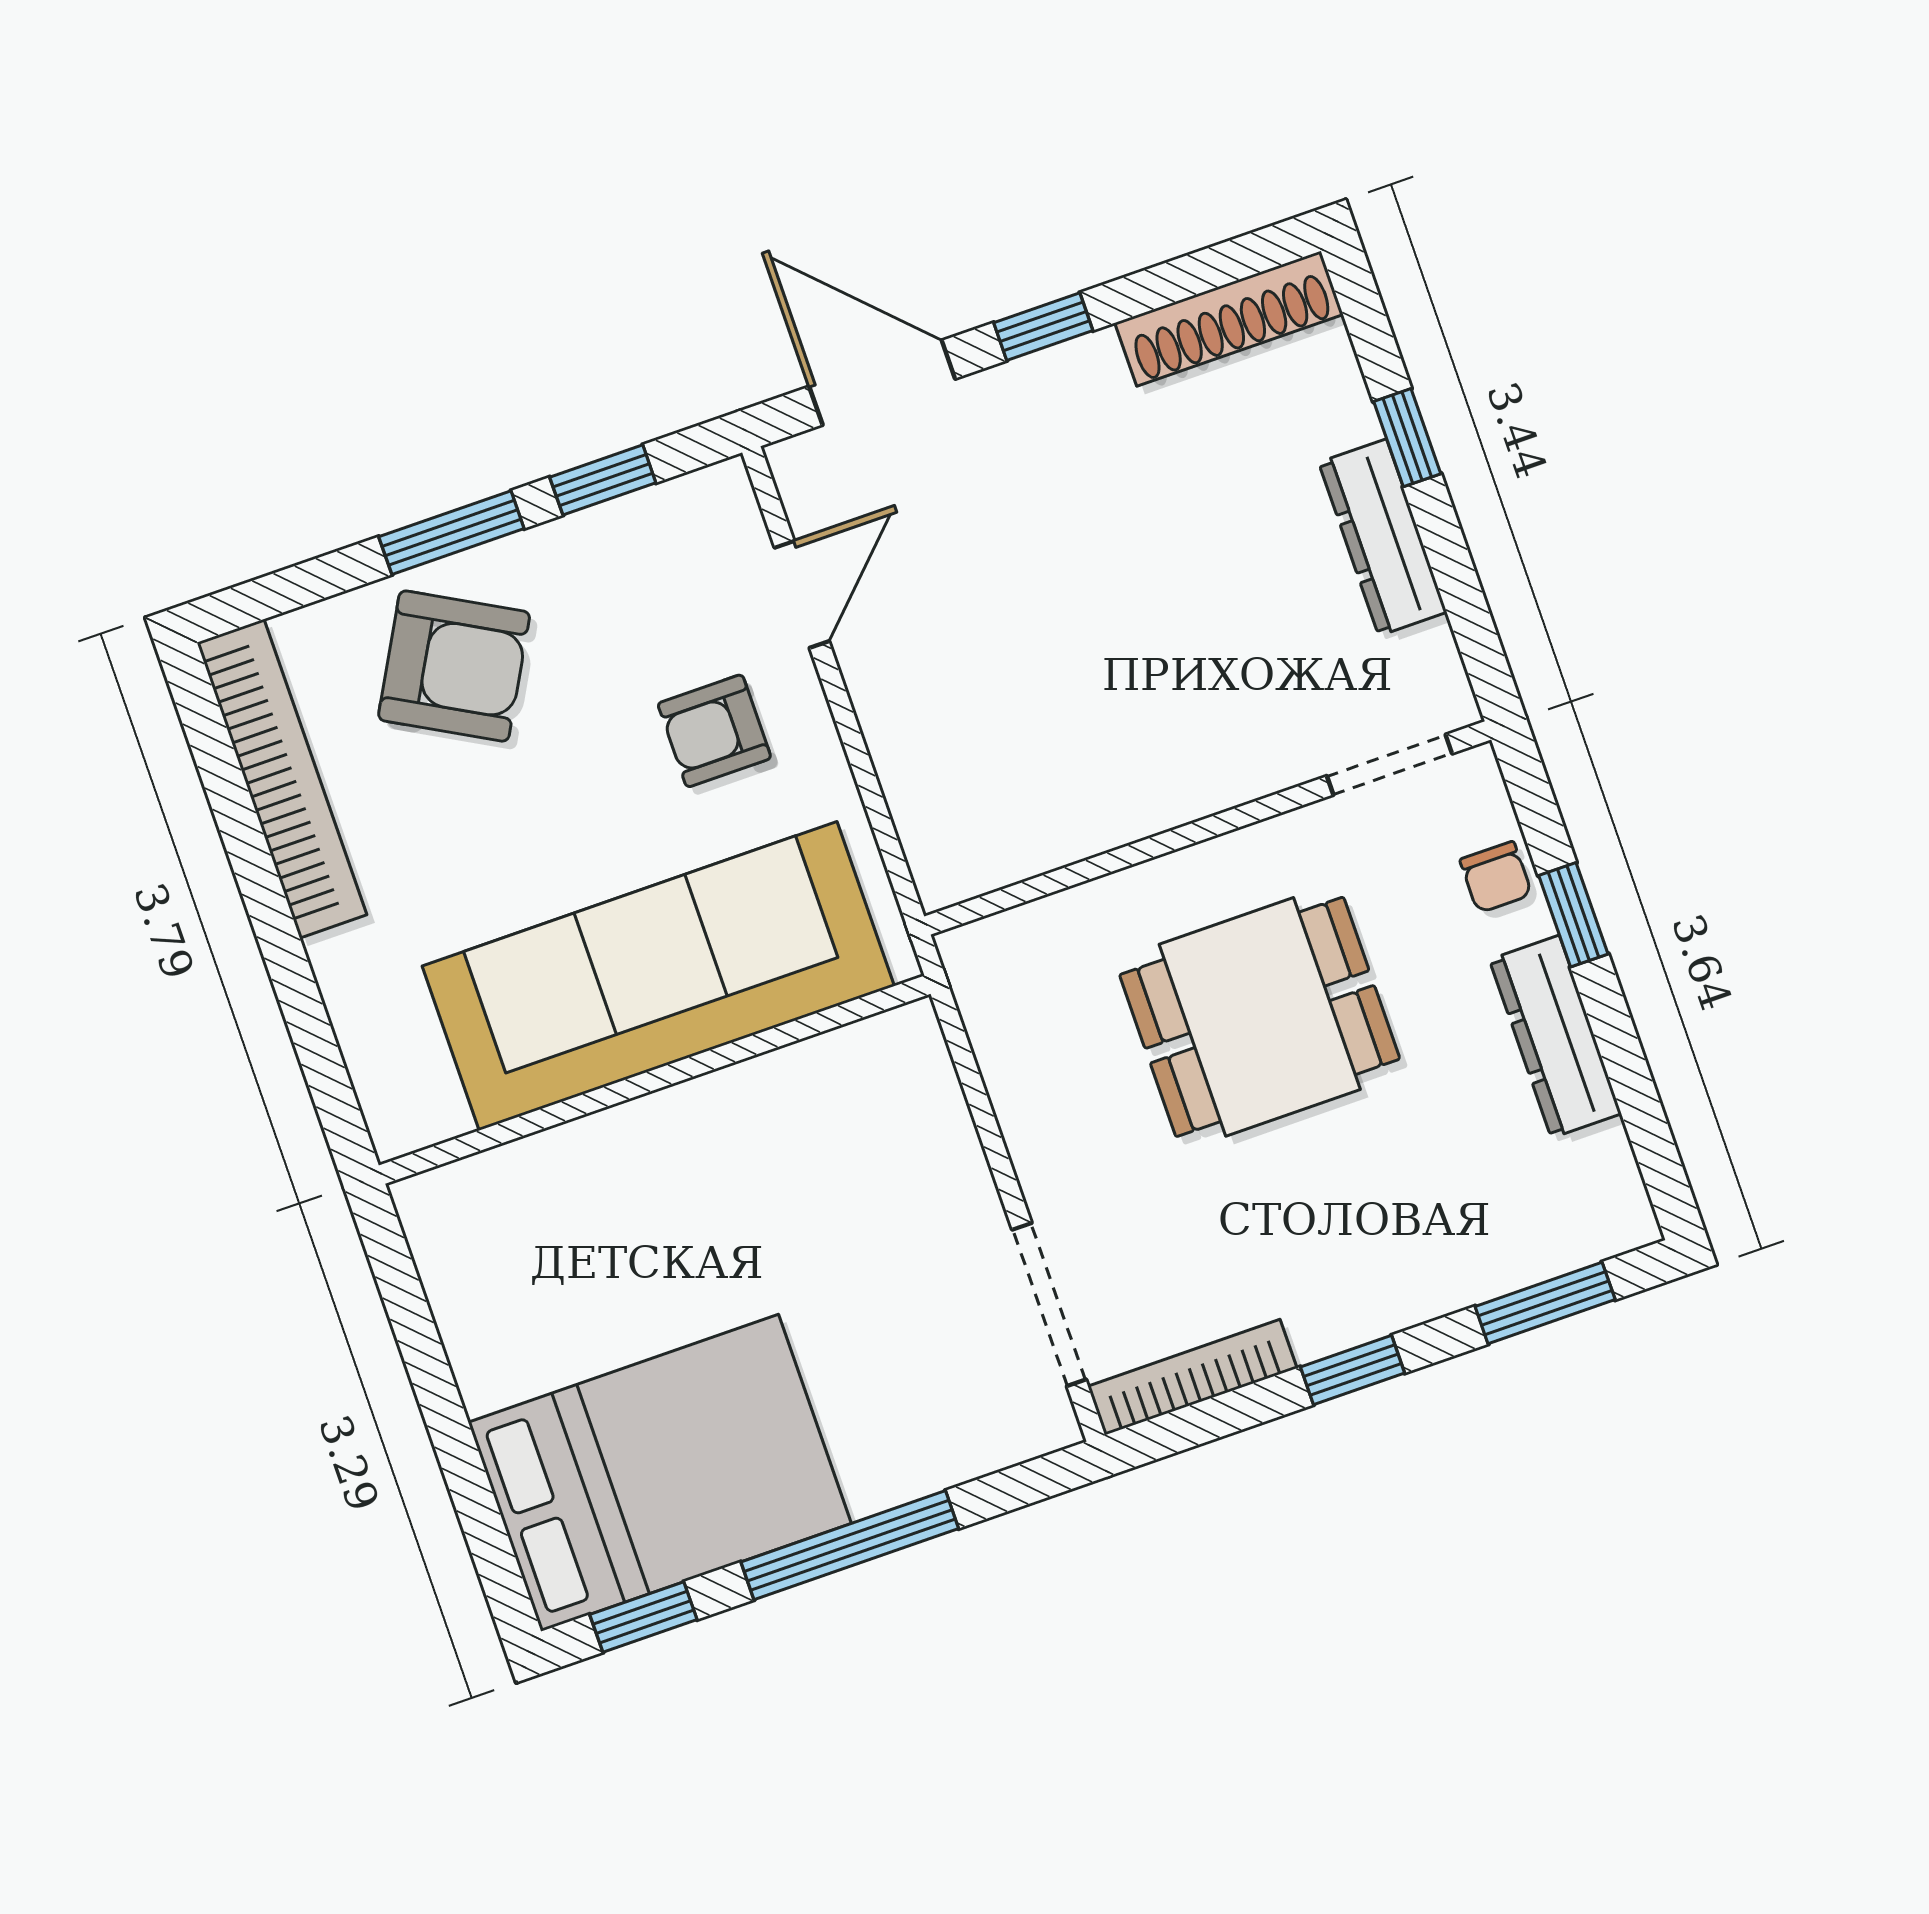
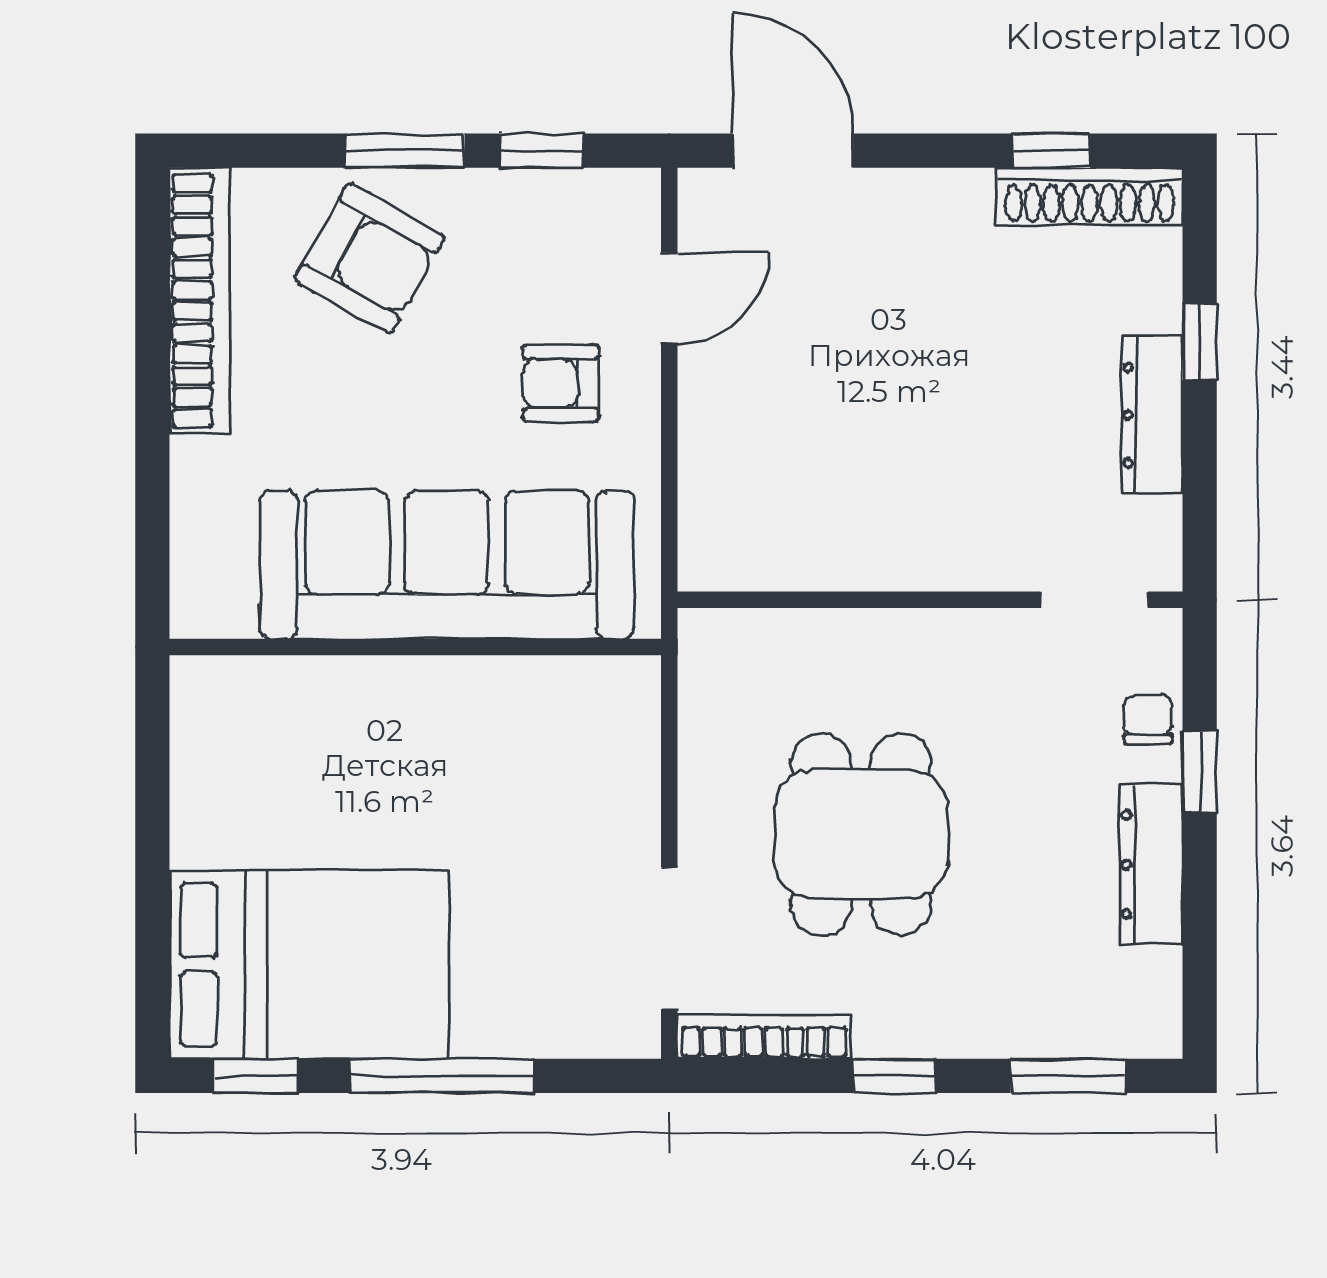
window: (1043, 327) -> (1051, 151), moved
chair: (1496, 877) -> (1148, 720), turned 180
dining table: (1260, 1017) -> (861, 834), moved, turned 90

